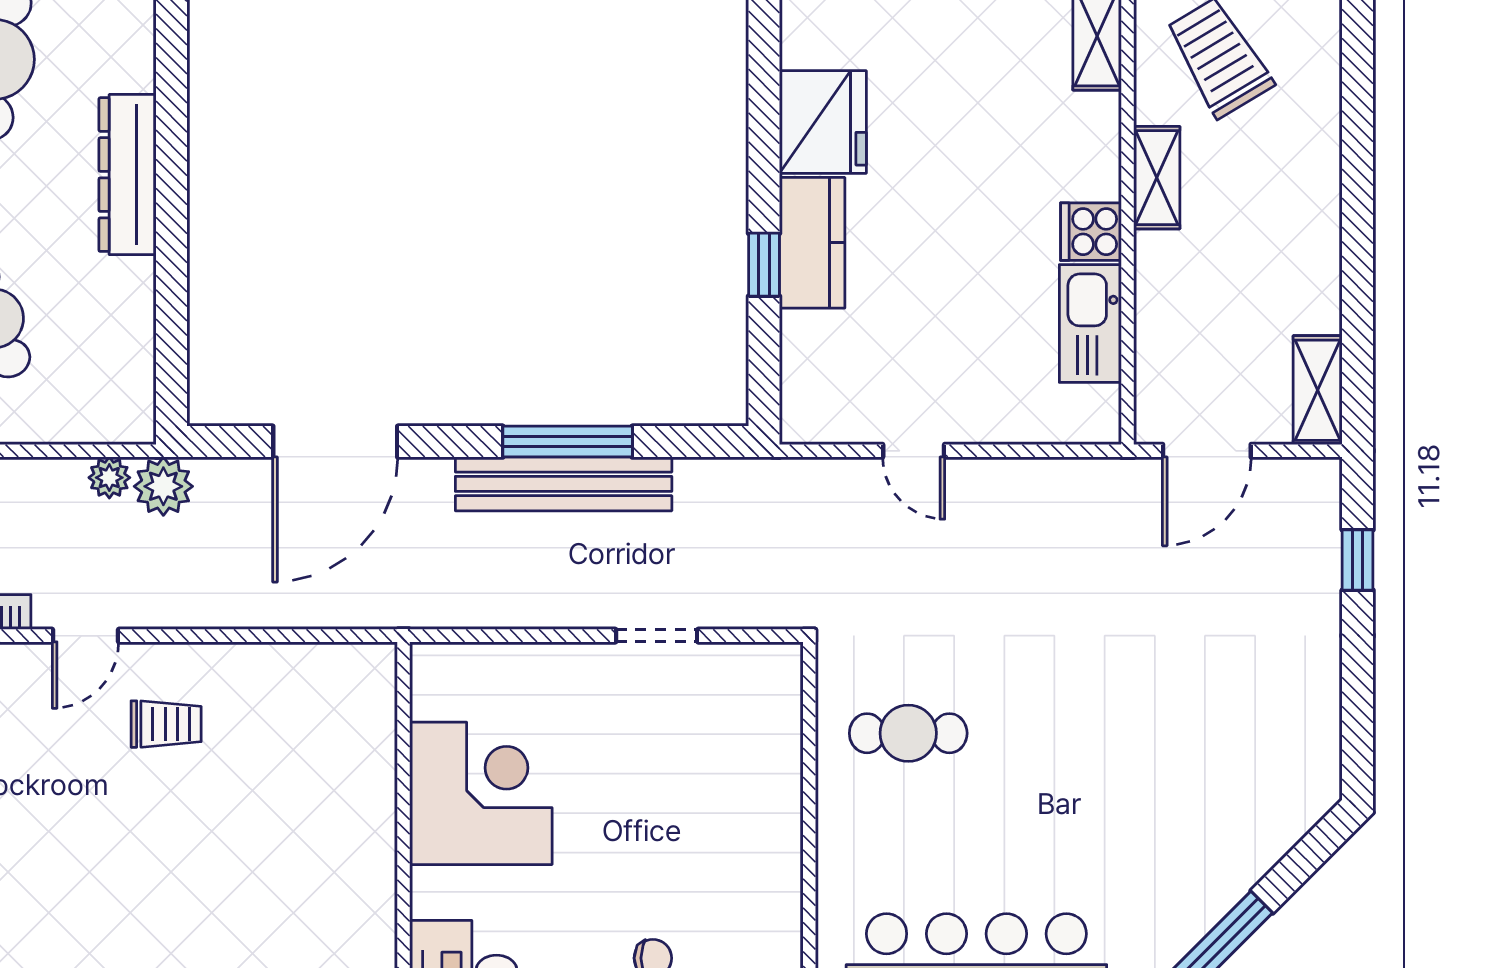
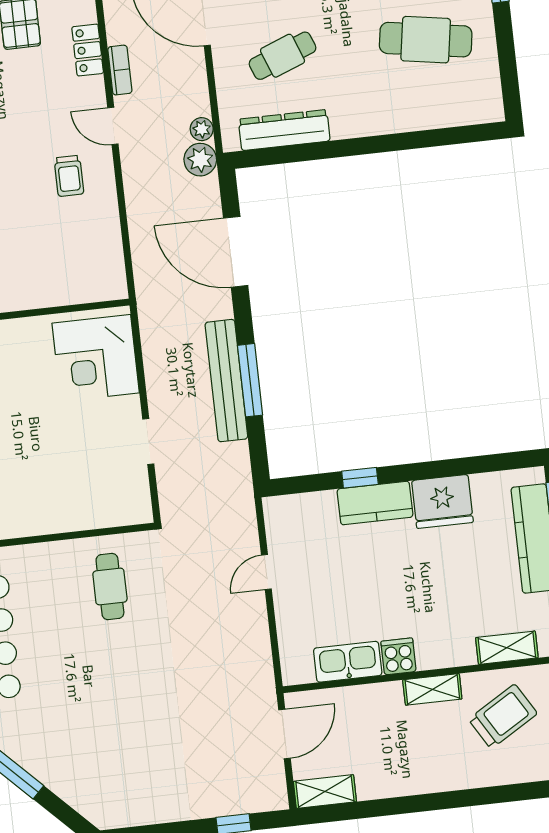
dresser: (127, 175) -> (284, 130), moved
door: (1207, 451) -> (285, 734), swing flipped
corner desk: (481, 793) -> (96, 358), moved, turned 90

